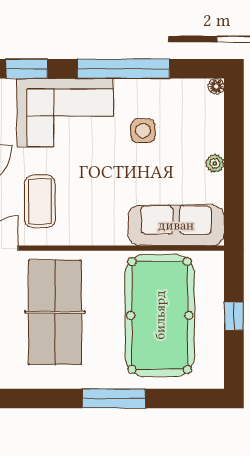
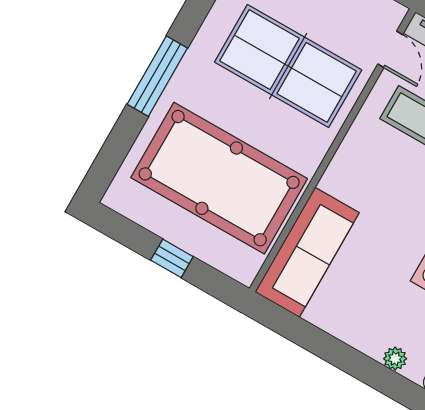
plant: (215, 163) -> (395, 359), moved

